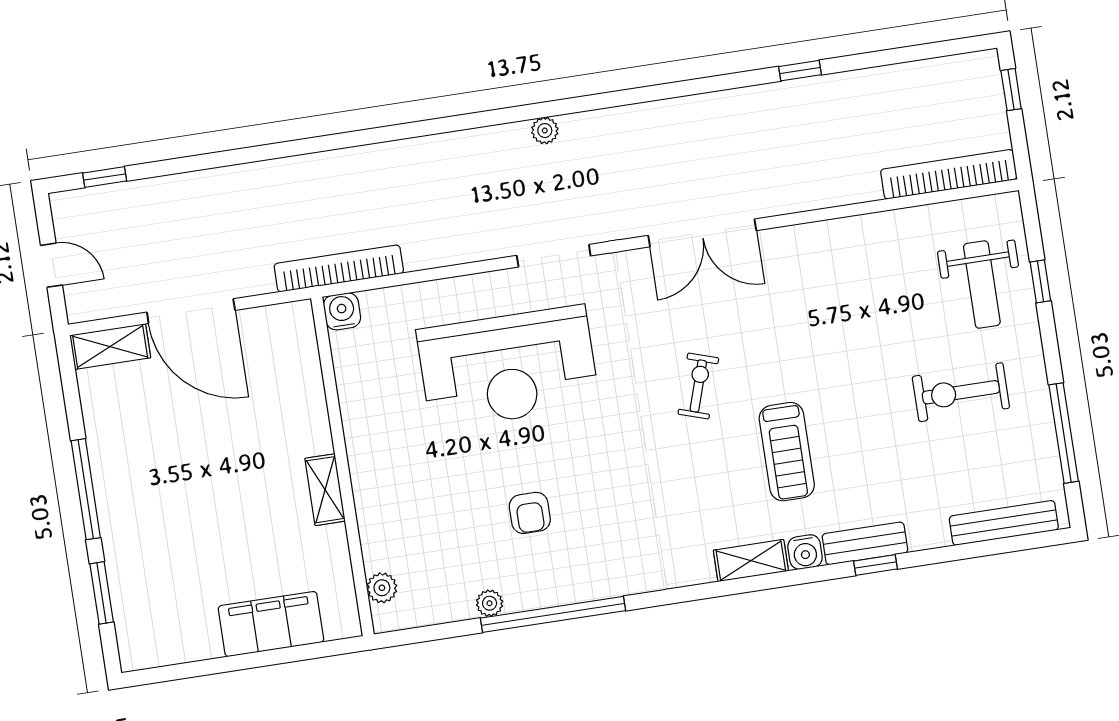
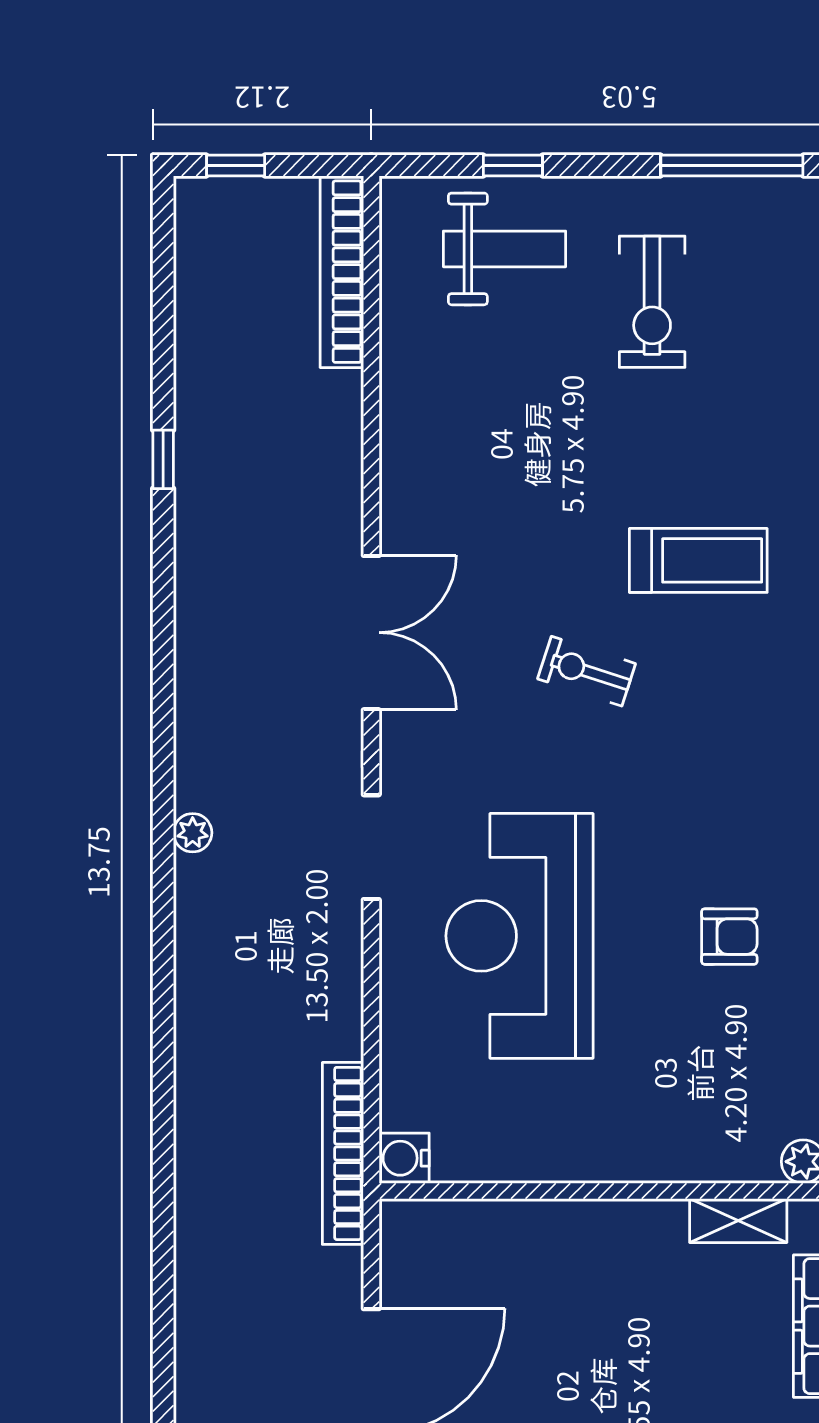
reception desk: (508, 368) -> (519, 936), turned 180
shelving: (325, 490) -> (738, 1221), moved

